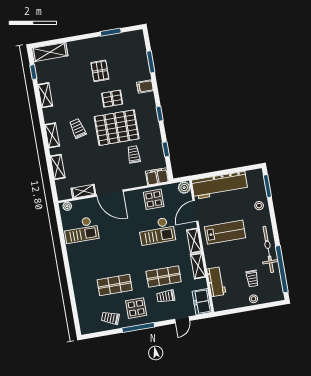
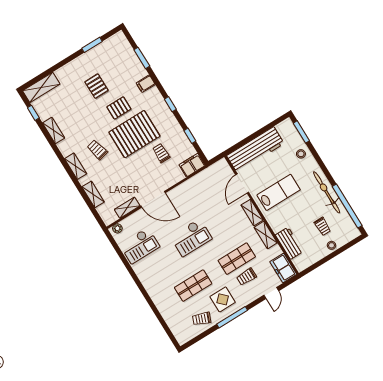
plant: (184, 188) -> (222, 165), removed
display table: (154, 199) -> (198, 188), removed
checkout: (157, 231) -> (191, 238), moved

